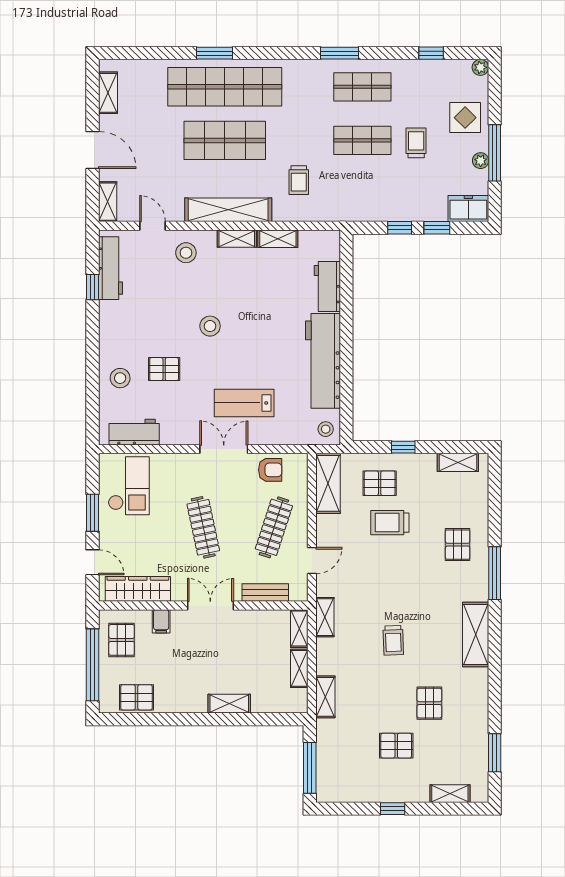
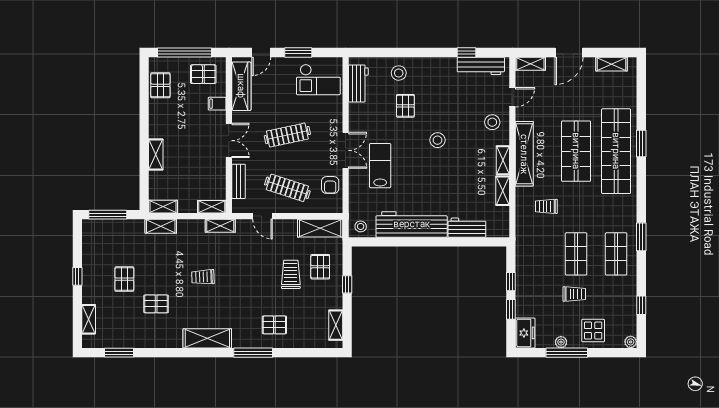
shelving: (299, 668) -> (163, 207), moved

